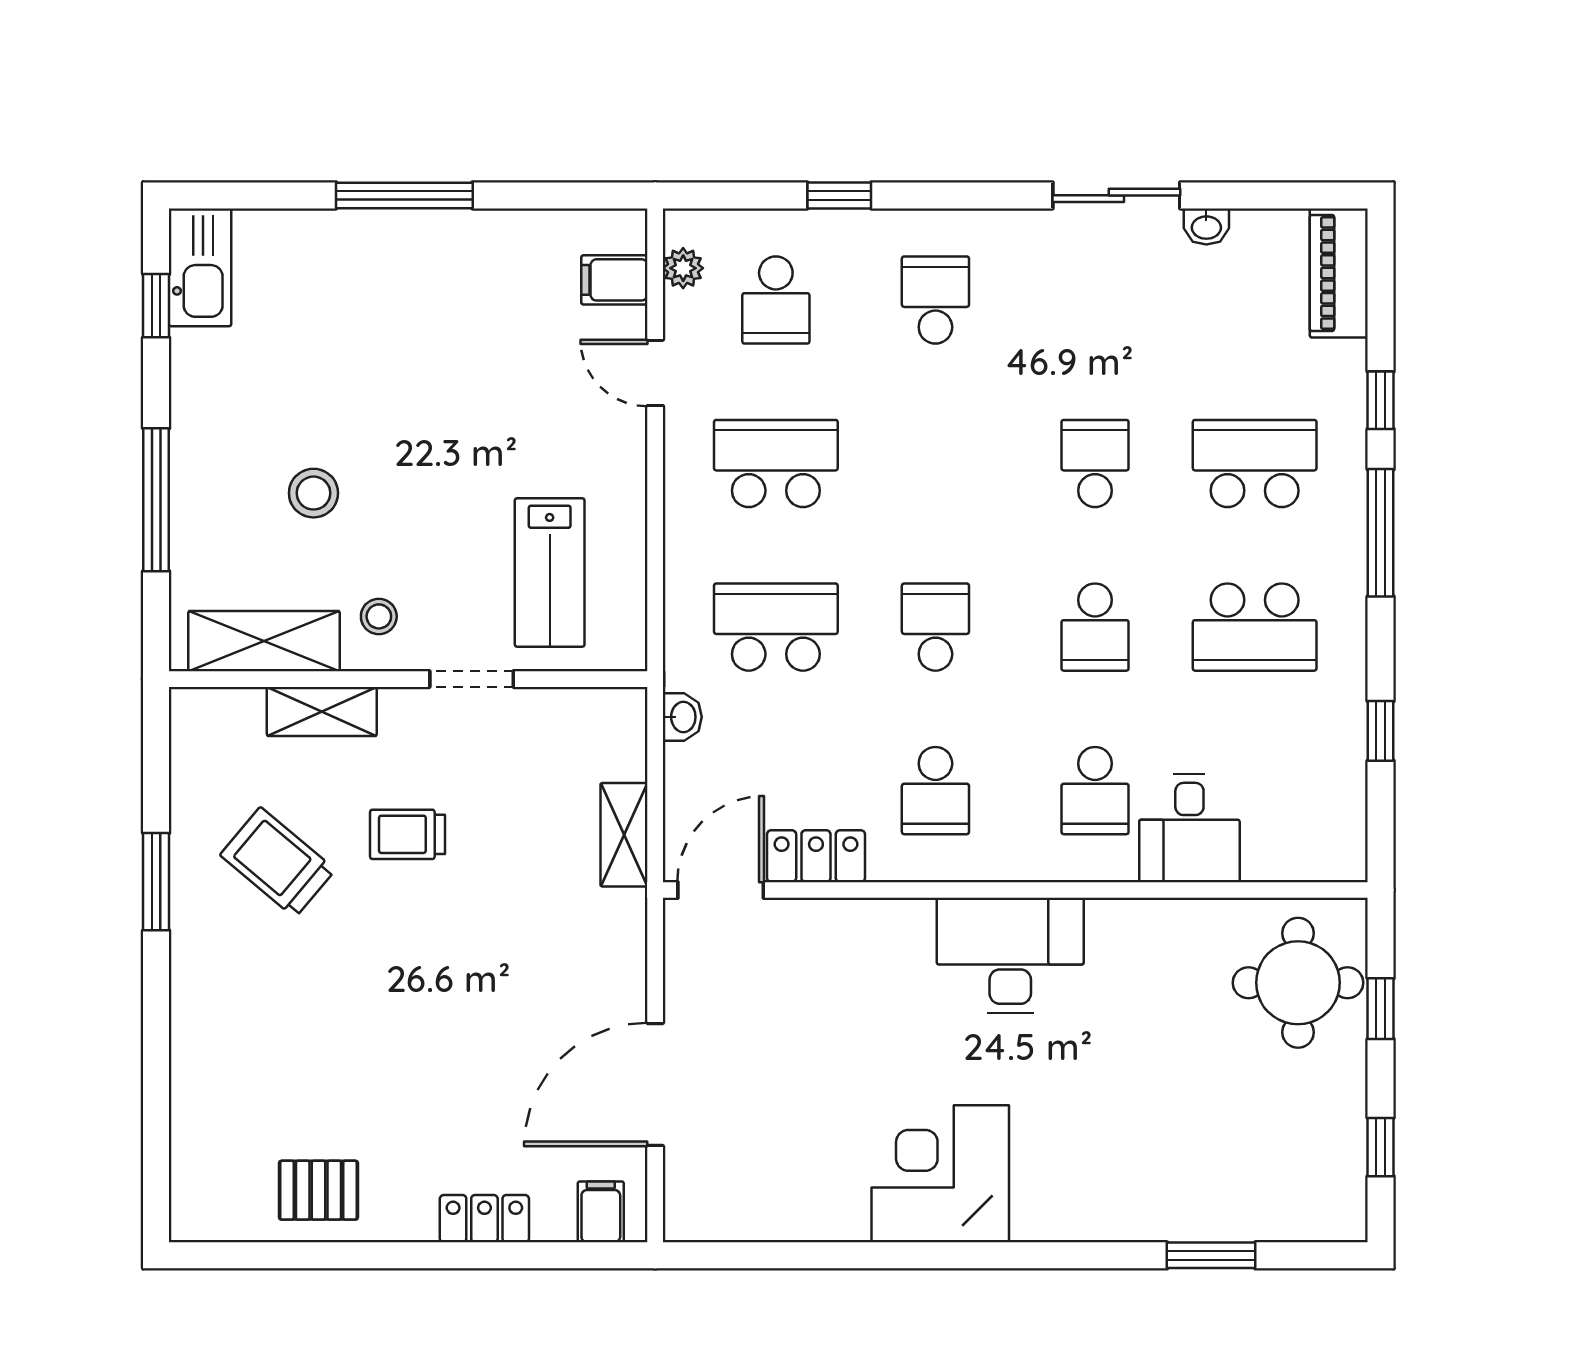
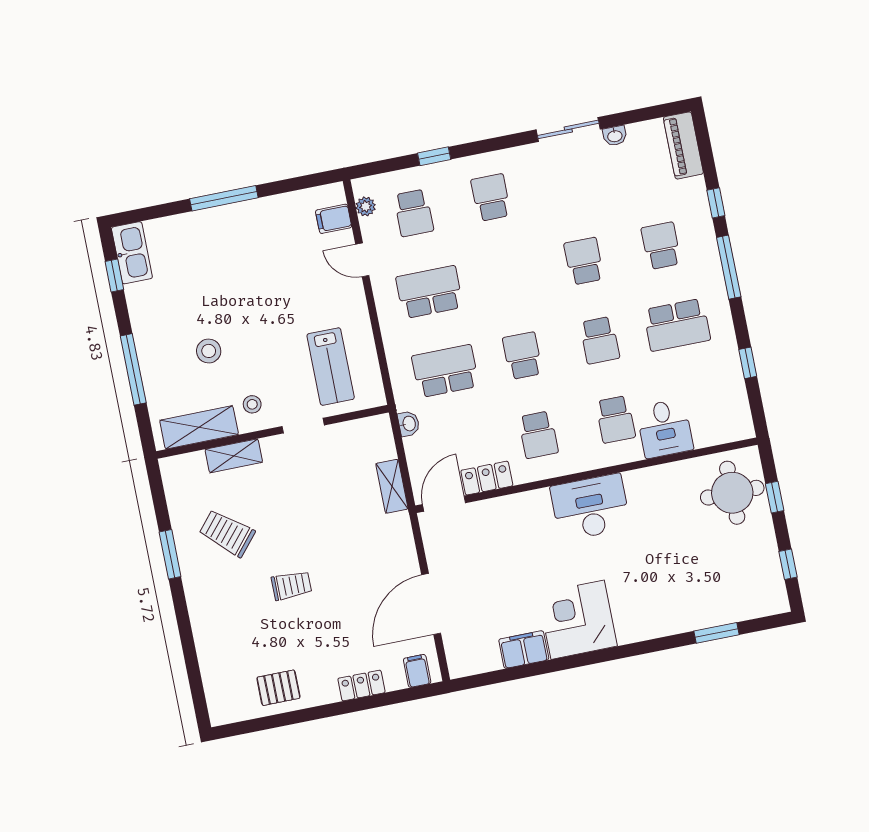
school desk: (1255, 464) -> (661, 246), width x0.54
trolley: (408, 834) -> (291, 585), moved, turned 180
filing cabinet: (821, 1212) -> (524, 650), added

